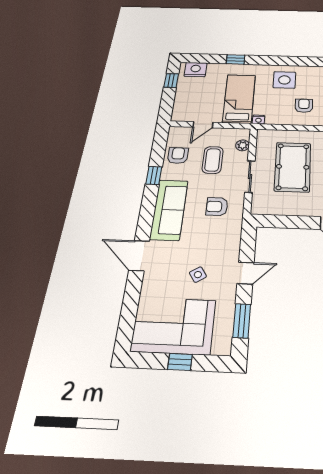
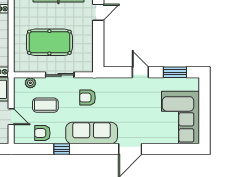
armchair: (217, 207) -> (88, 98), turned 90
side table: (198, 275) -> (143, 106), removed
window: (180, 362) -> (204, 110), removed

